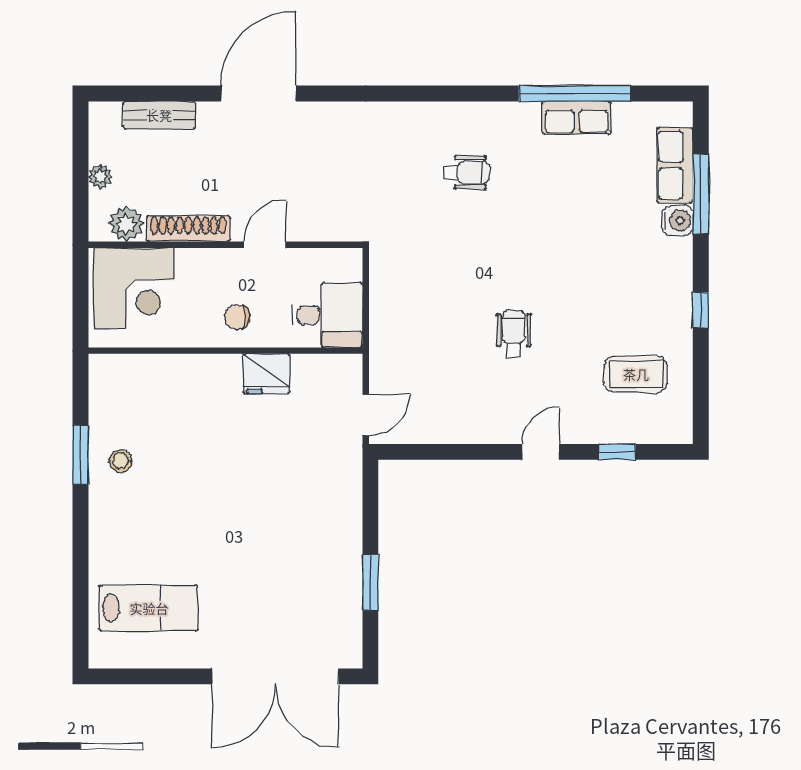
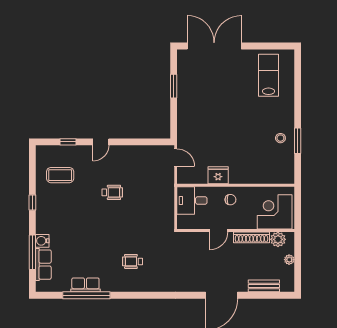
wheelchair: (514, 334) -> (112, 192), turned -90
door: (366, 415) -> (176, 158), swing flipped
lab bench: (149, 608) -> (268, 75), turned 90

